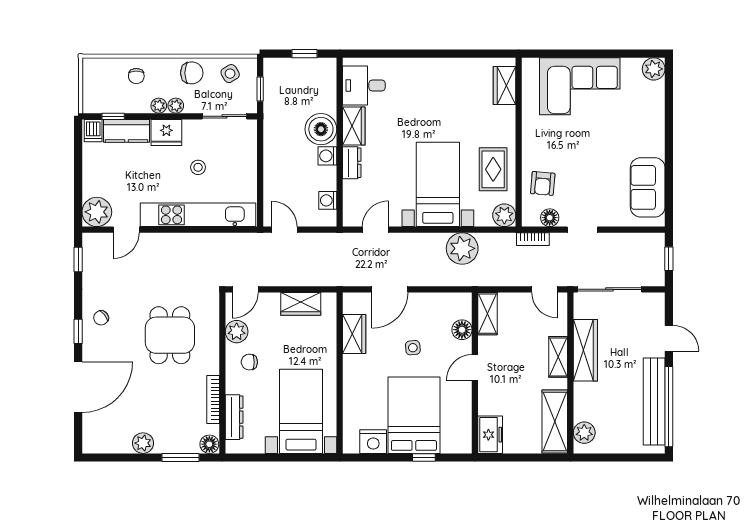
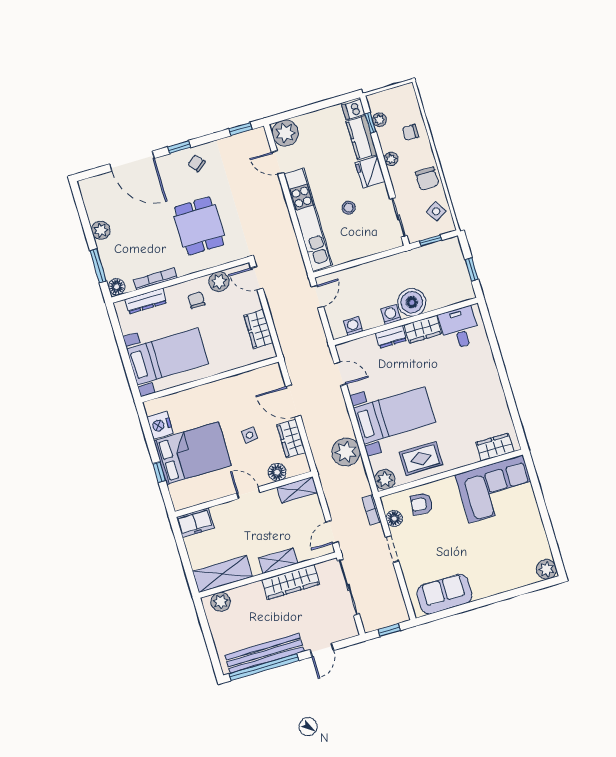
corner sofa: (580, 86) -> (496, 489), moved, turned -90
plant: (176, 106) -> (379, 120), moved
wardrobe: (354, 334) -> (291, 439), moved, turned 90
dining table: (170, 335) -> (199, 226), turned 90

